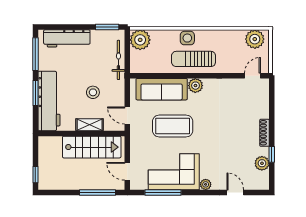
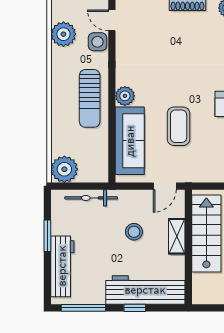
window: (107, 27) -> (47, 236), moved
side table: (187, 38) -> (97, 42), moved
plant: (255, 39) -> (63, 34), moved
window: (35, 93) -> (135, 308), width x0.67
coffee table: (173, 126) -> (179, 126), width x0.73, depth x0.76

